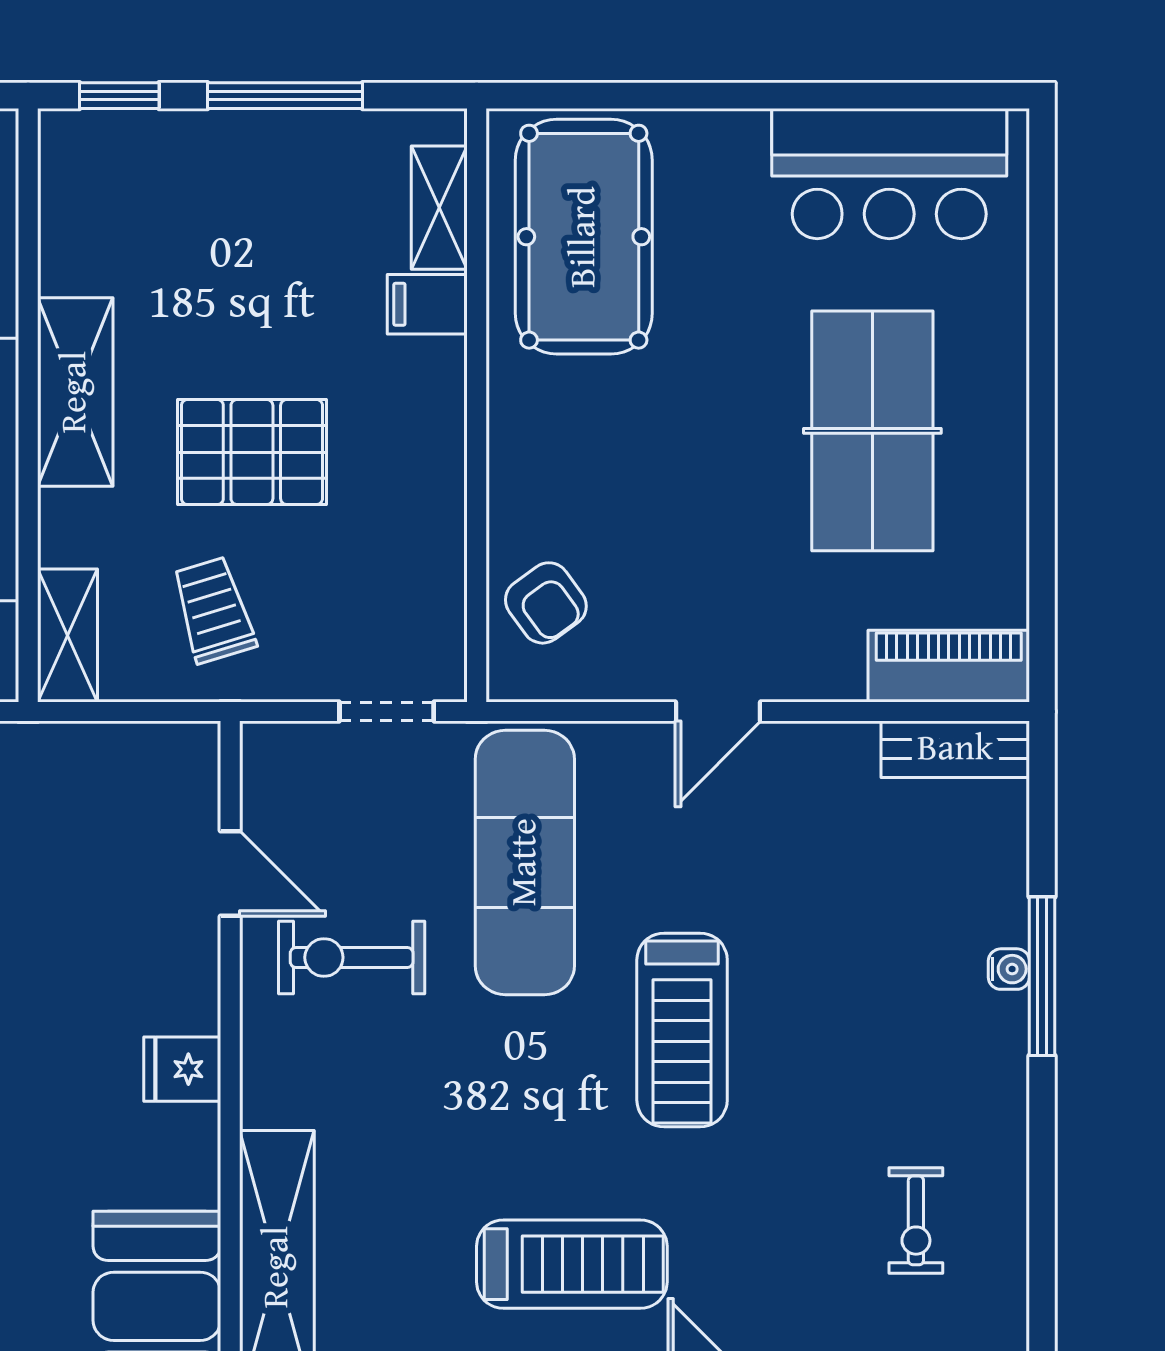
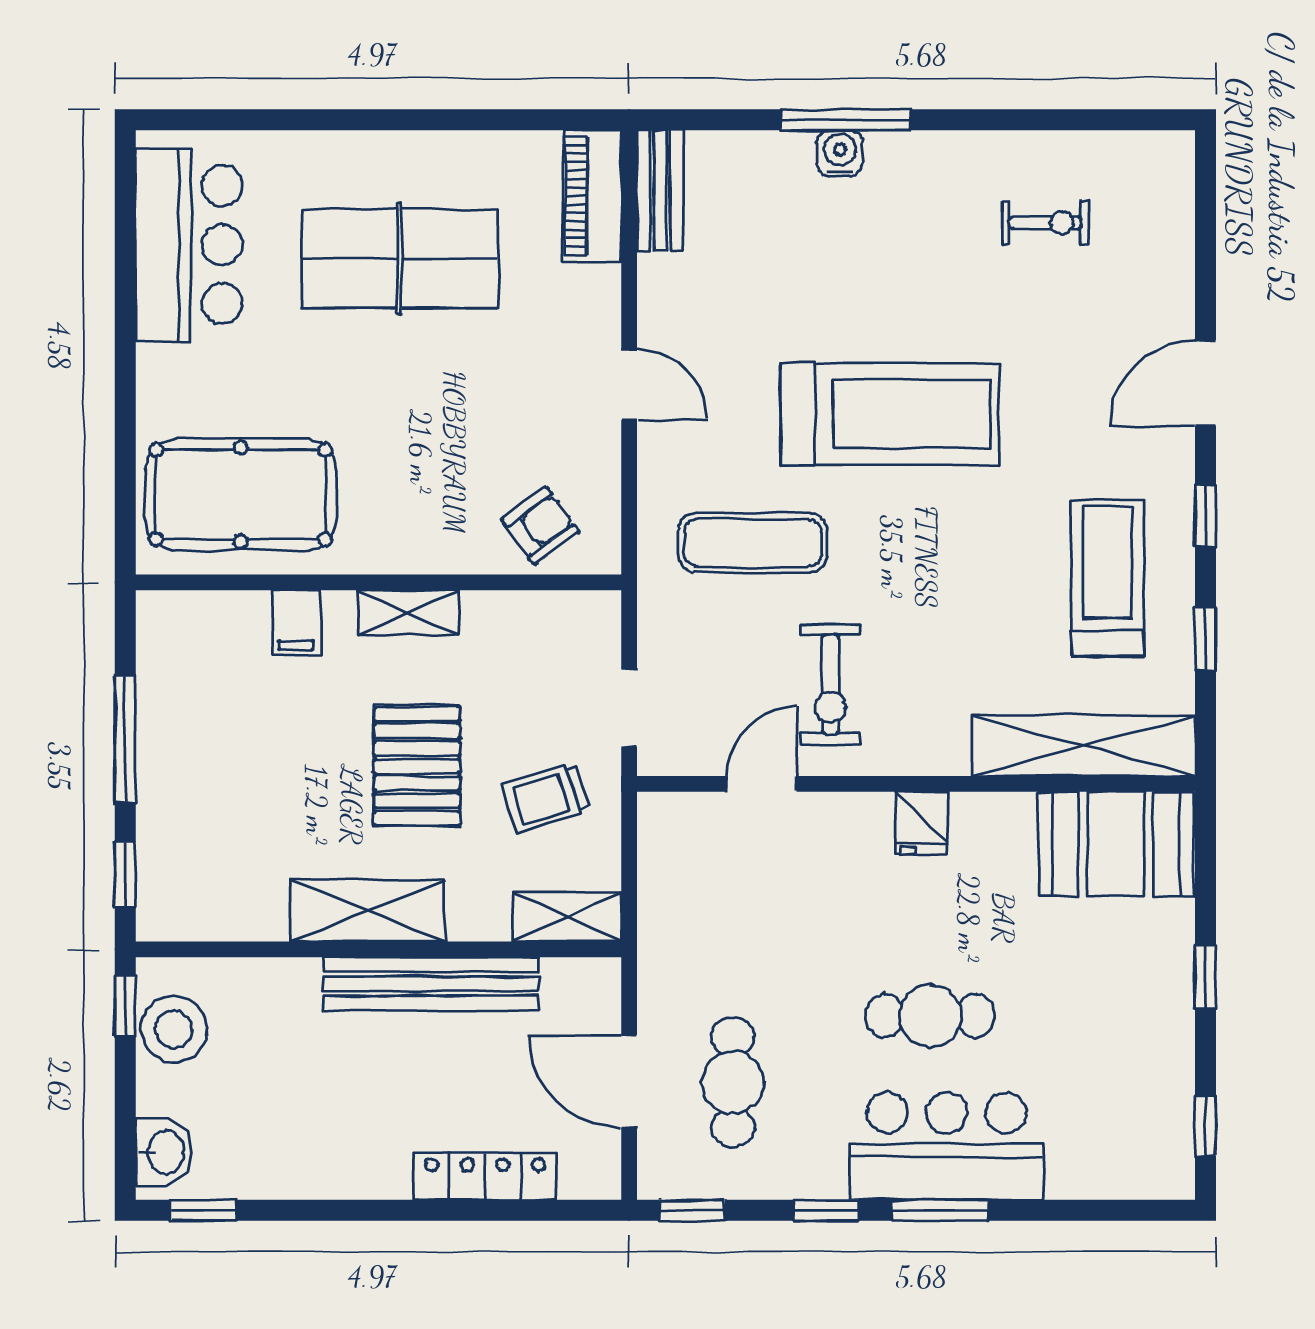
shelving: (439, 208) -> (408, 613), moved
doorway: (387, 712) -> (629, 708), moved
exercise mat: (525, 862) -> (753, 543), width x0.73, depth x0.69
water cooler: (1009, 969) -> (840, 153), width x1.38, depth x1.38
treadmill: (682, 1030) -> (890, 414), width x1.37, depth x1.38
treadmill: (572, 1264) -> (1108, 578), moved

